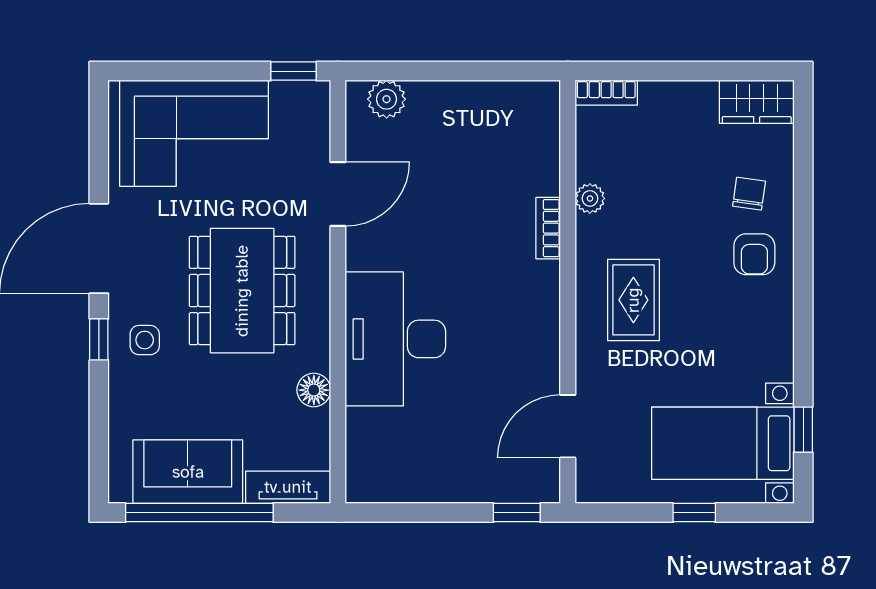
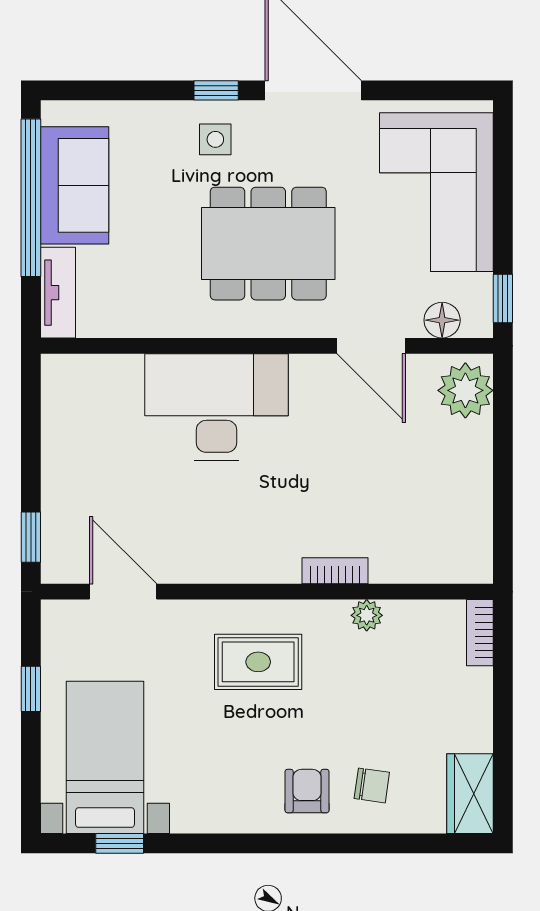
plant: (387, 99) -> (465, 390), width x1.36, depth x1.36
armchair: (754, 254) -> (307, 791), turned 90
floor lamp: (314, 390) -> (442, 320), moved
window: (694, 513) -> (31, 689), moved

